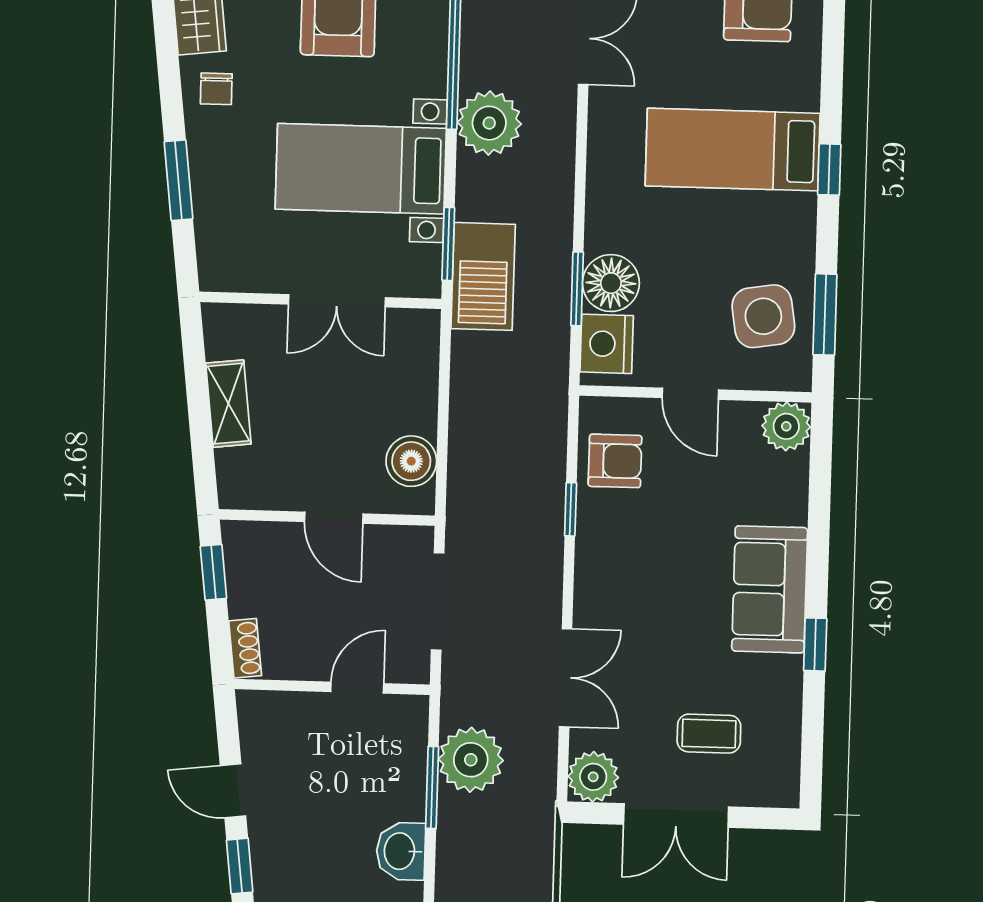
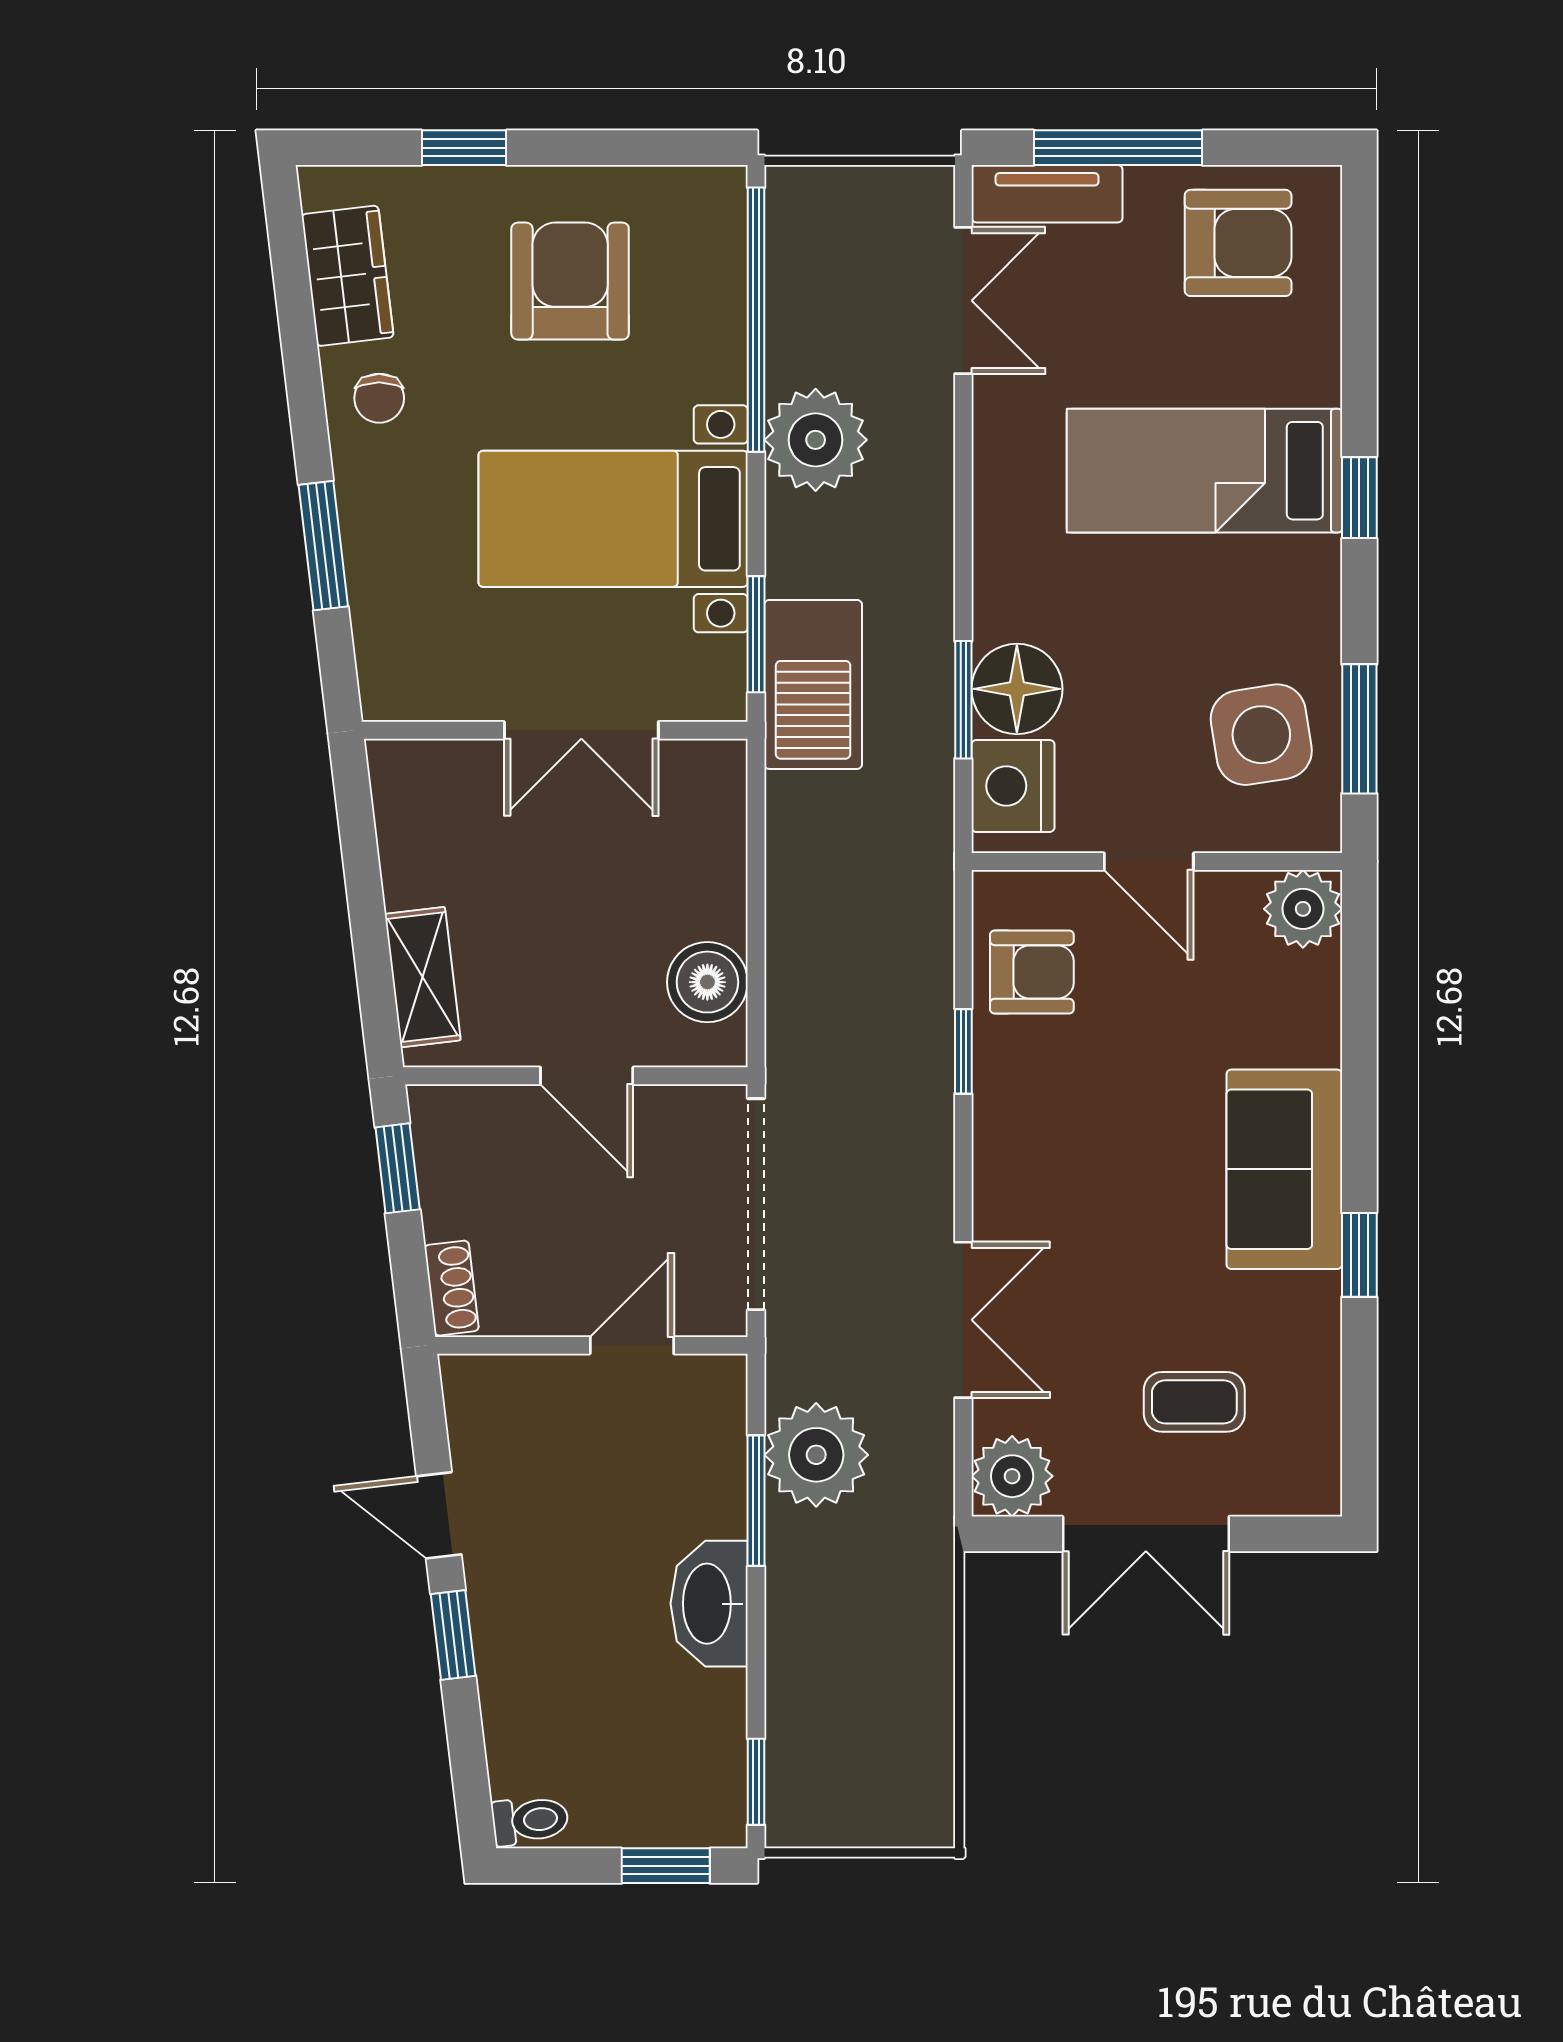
shelving: (228, 404) -> (423, 977), moved
doorway: (438, 601) -> (756, 1204), width x1.36
washbasin: (401, 851) -> (709, 1604), width x1.38

